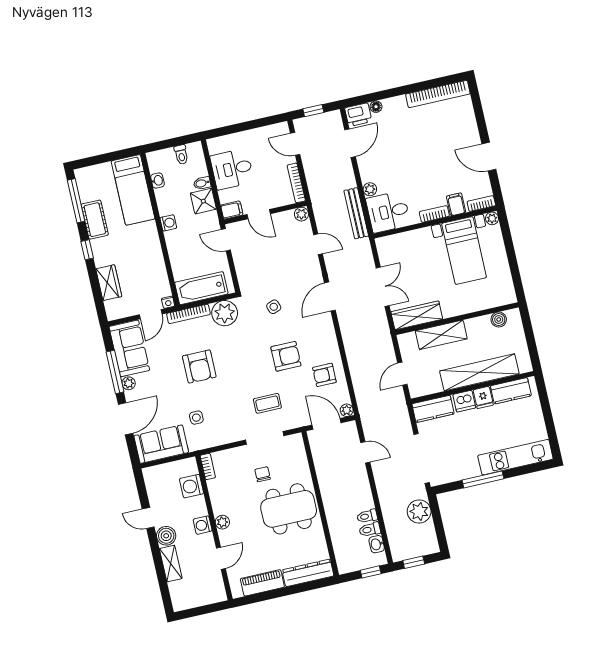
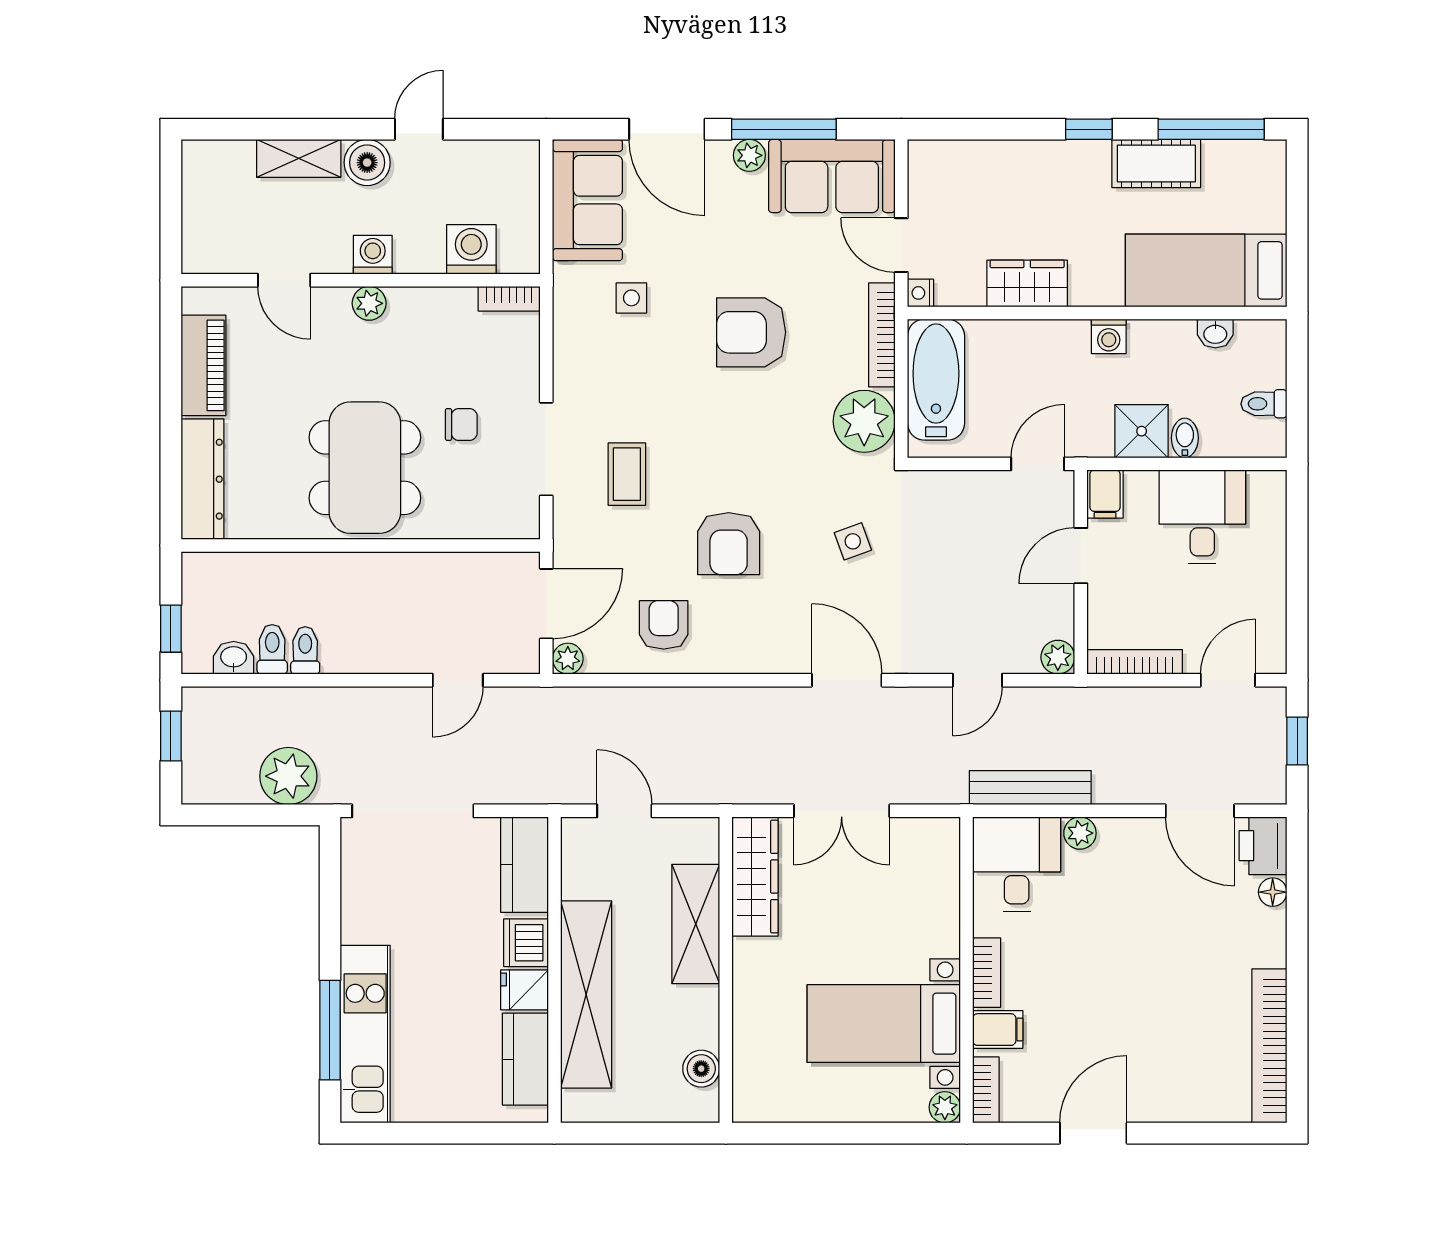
wardrobe: (109, 283) -> (1027, 283), moved, turned 180
window: (483, 479) -> (330, 1030), moved

